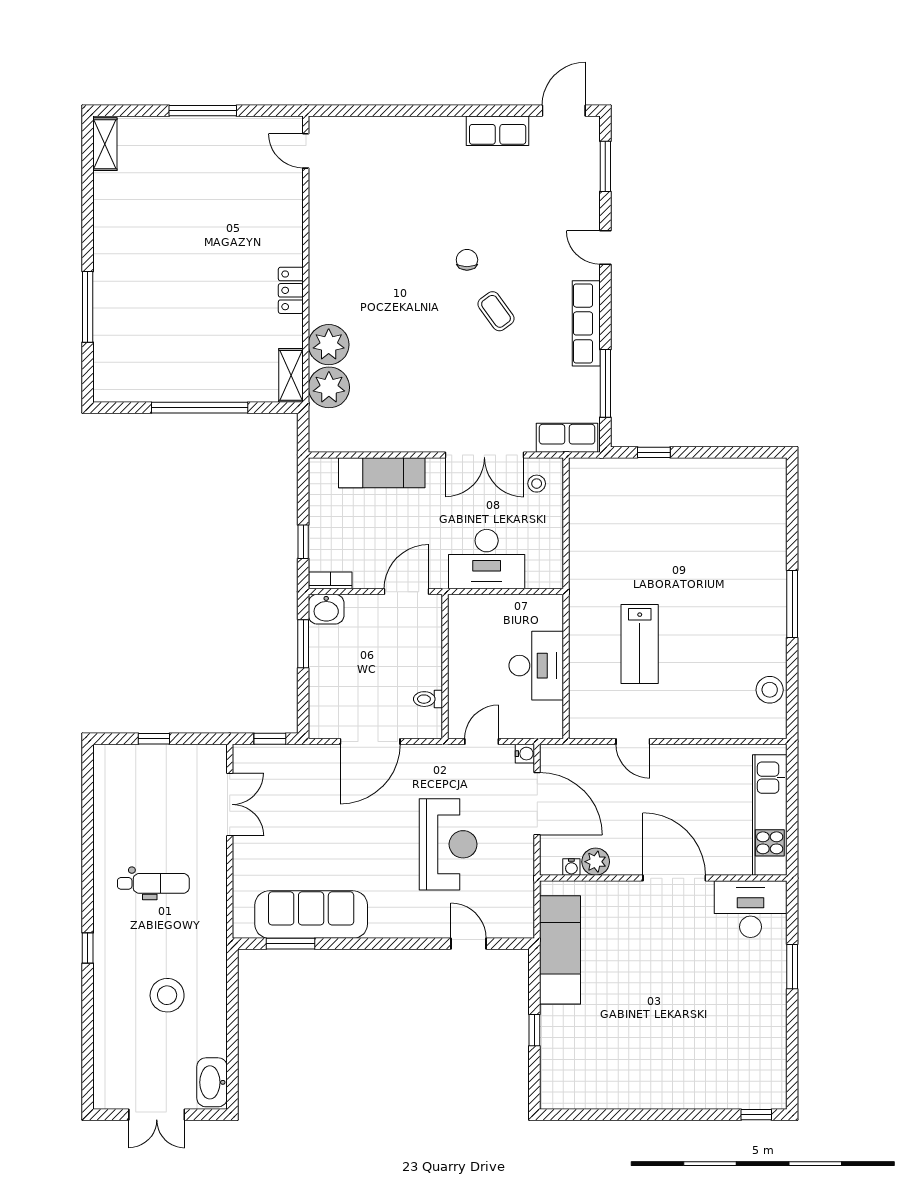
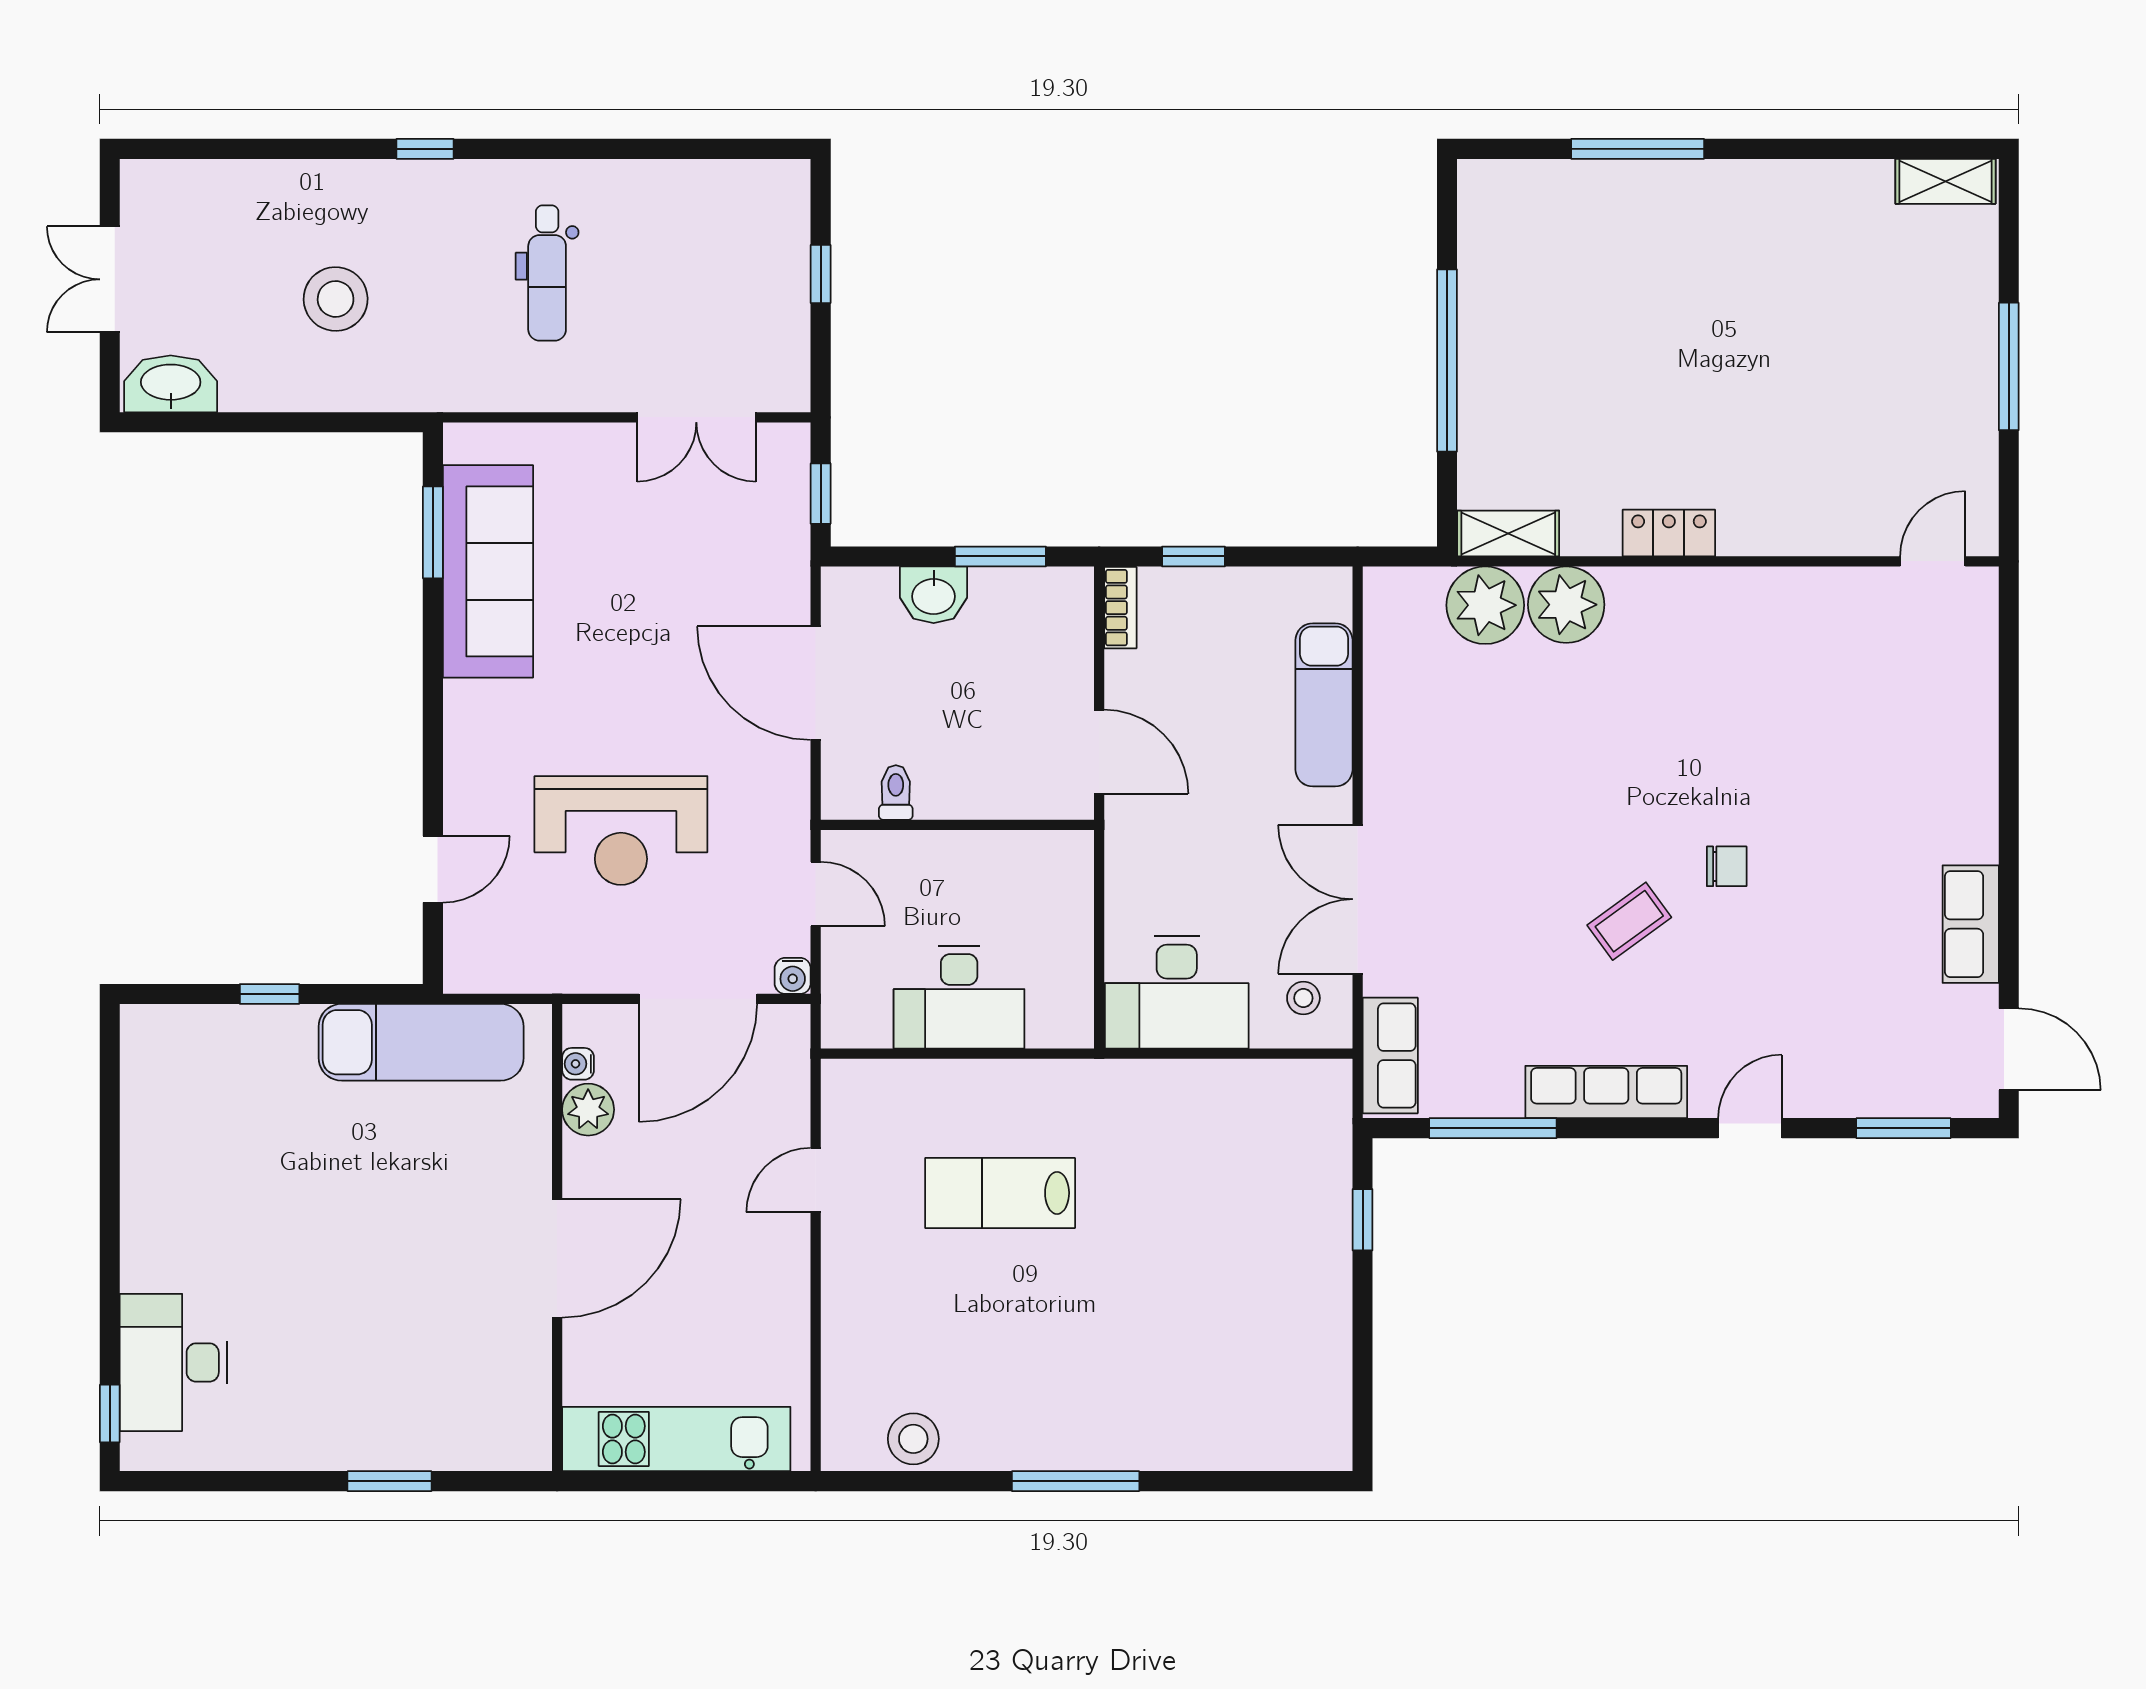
desk: (487, 559) -> (1177, 992), moved, turned -90
washbasin: (326, 609) -> (934, 595), moved, turned -90
desk: (751, 909) -> (174, 1362), moved, turned 180

